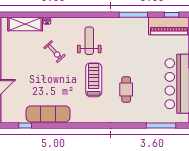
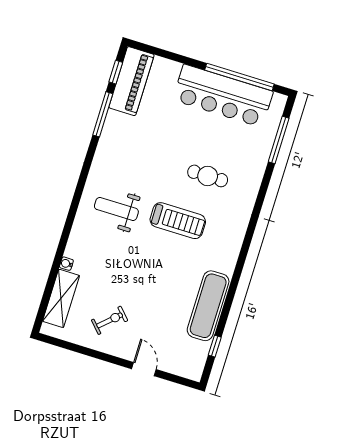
window: (133, 15) -> (103, 114), moved
exercise bike: (54, 52) -> (110, 320), moved
treadmill: (94, 80) -> (178, 221), turned 180

